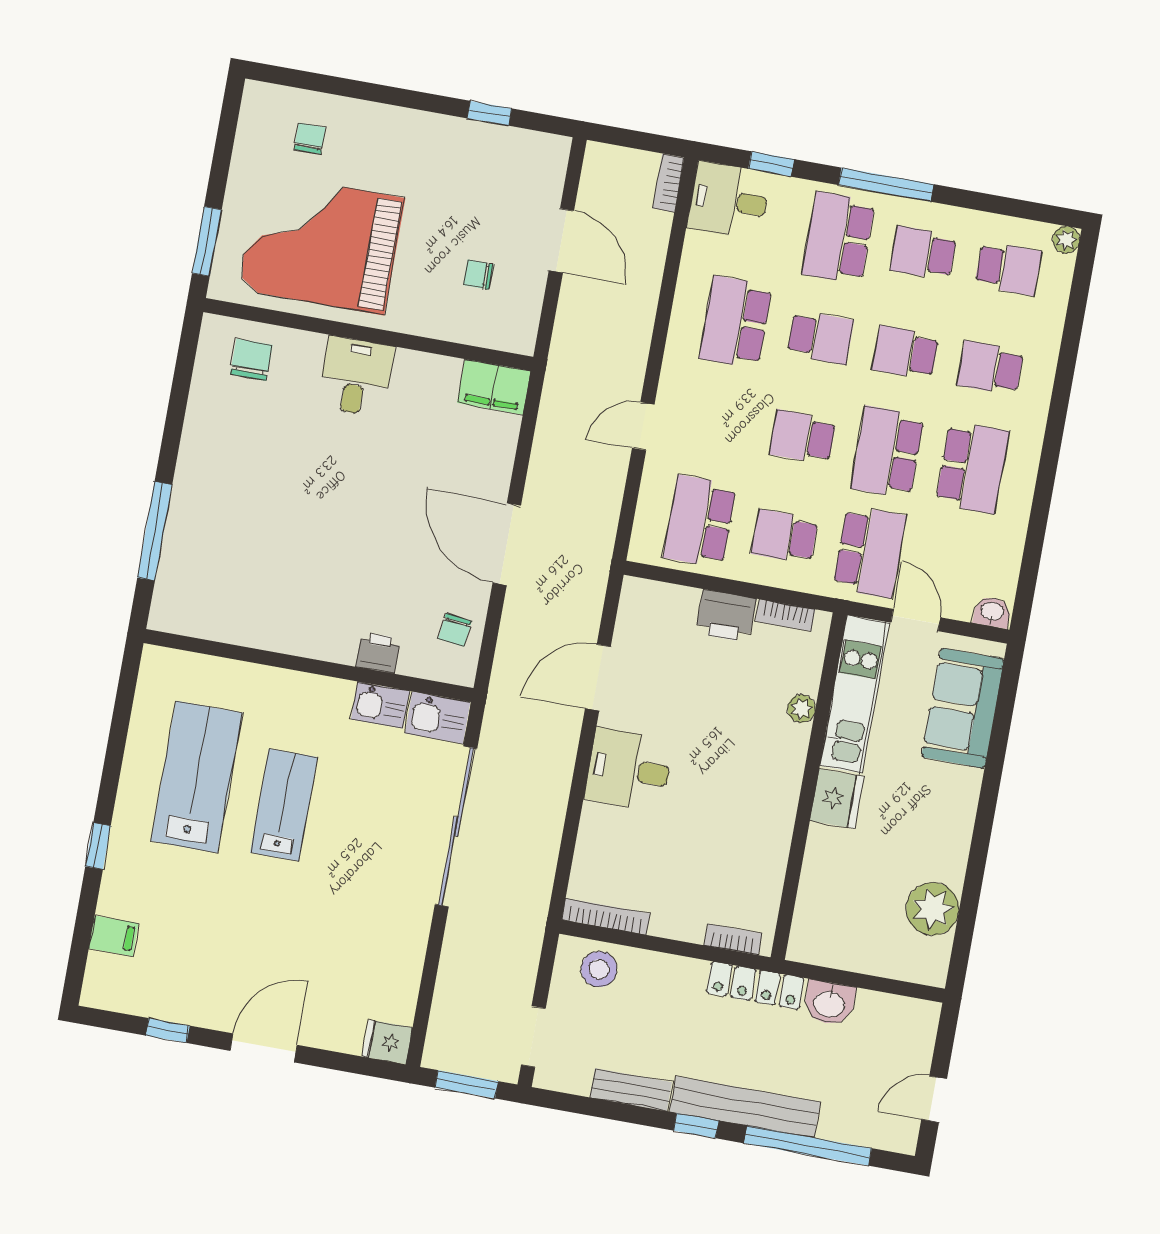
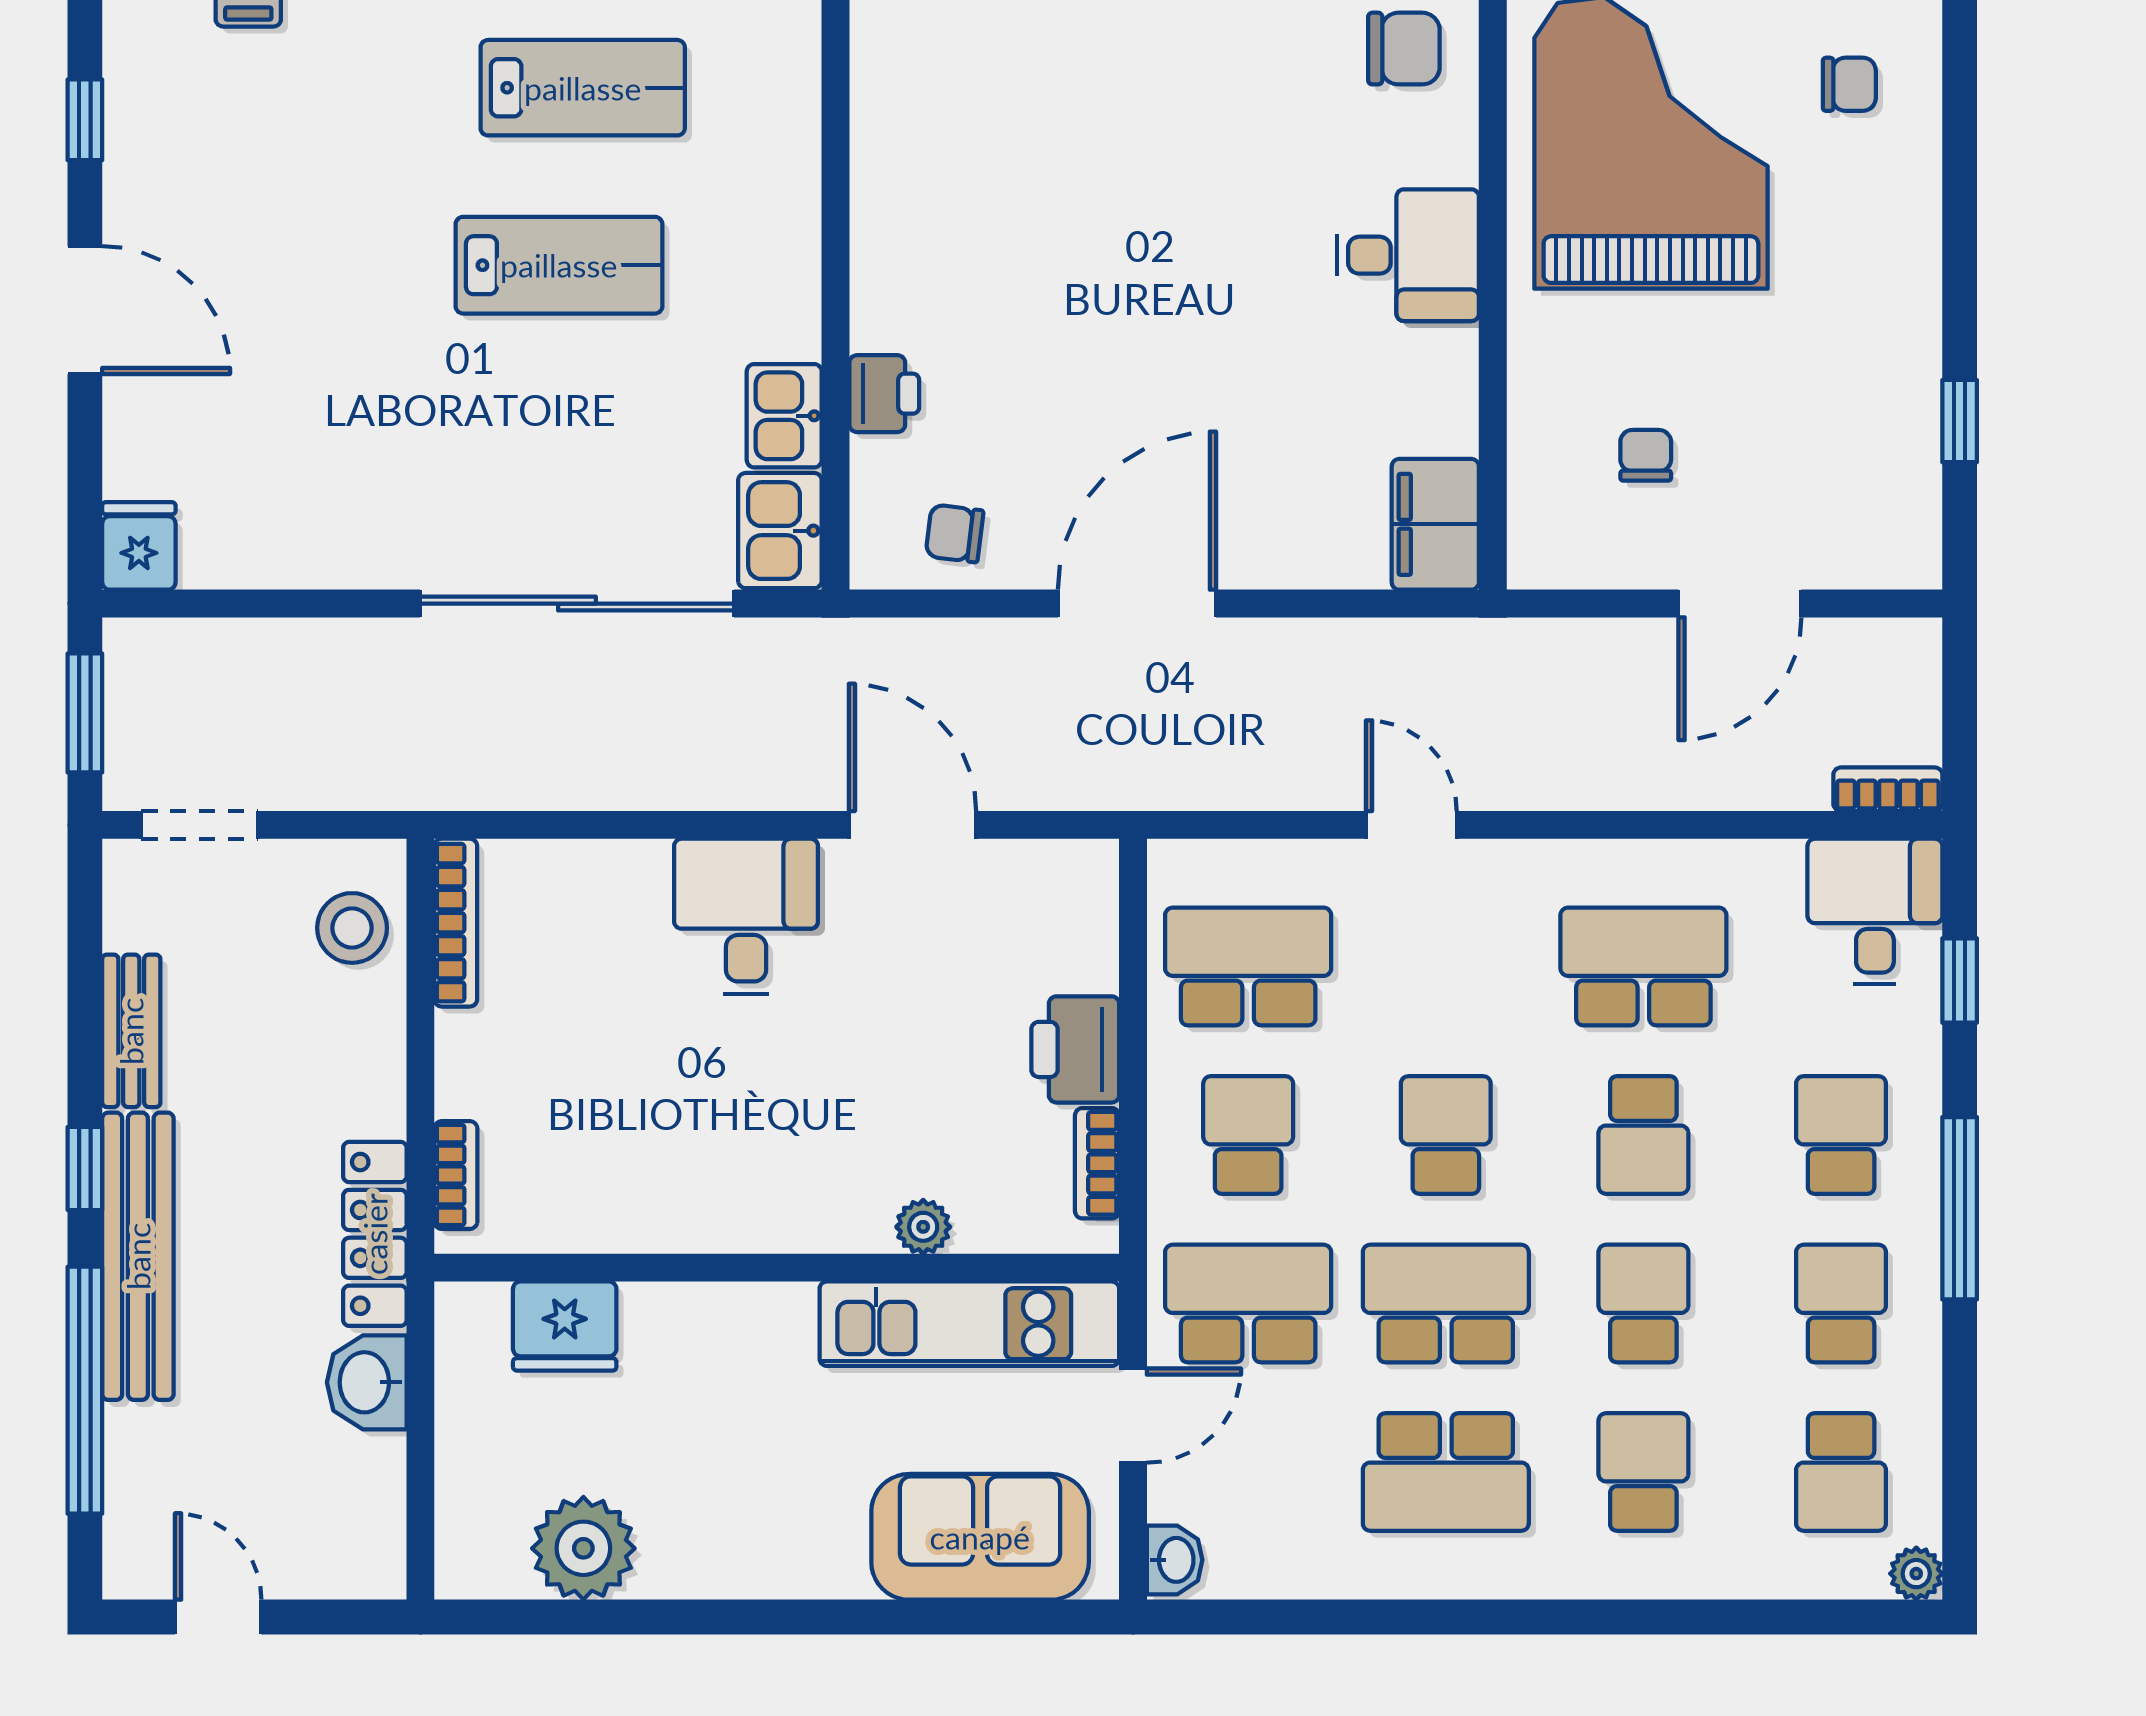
school desk: (838, 238) -> (1841, 1135), width x0.54
school desk: (870, 552) -> (1248, 1303), turned 180
lab bench: (197, 777) -> (583, 88), width x0.73, depth x0.72
fridge: (837, 799) -> (565, 1326), moved

